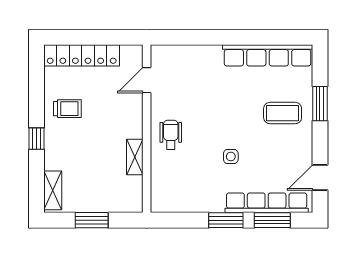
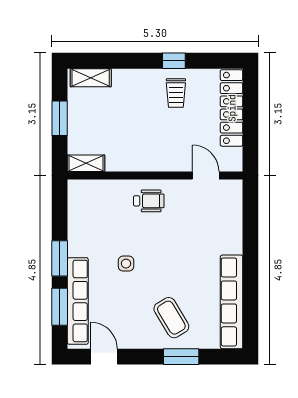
coffee table: (283, 113) -> (171, 318), turned -31
window: (36, 139) -> (174, 61), moved
shelving: (135, 157) -> (86, 163), moved

